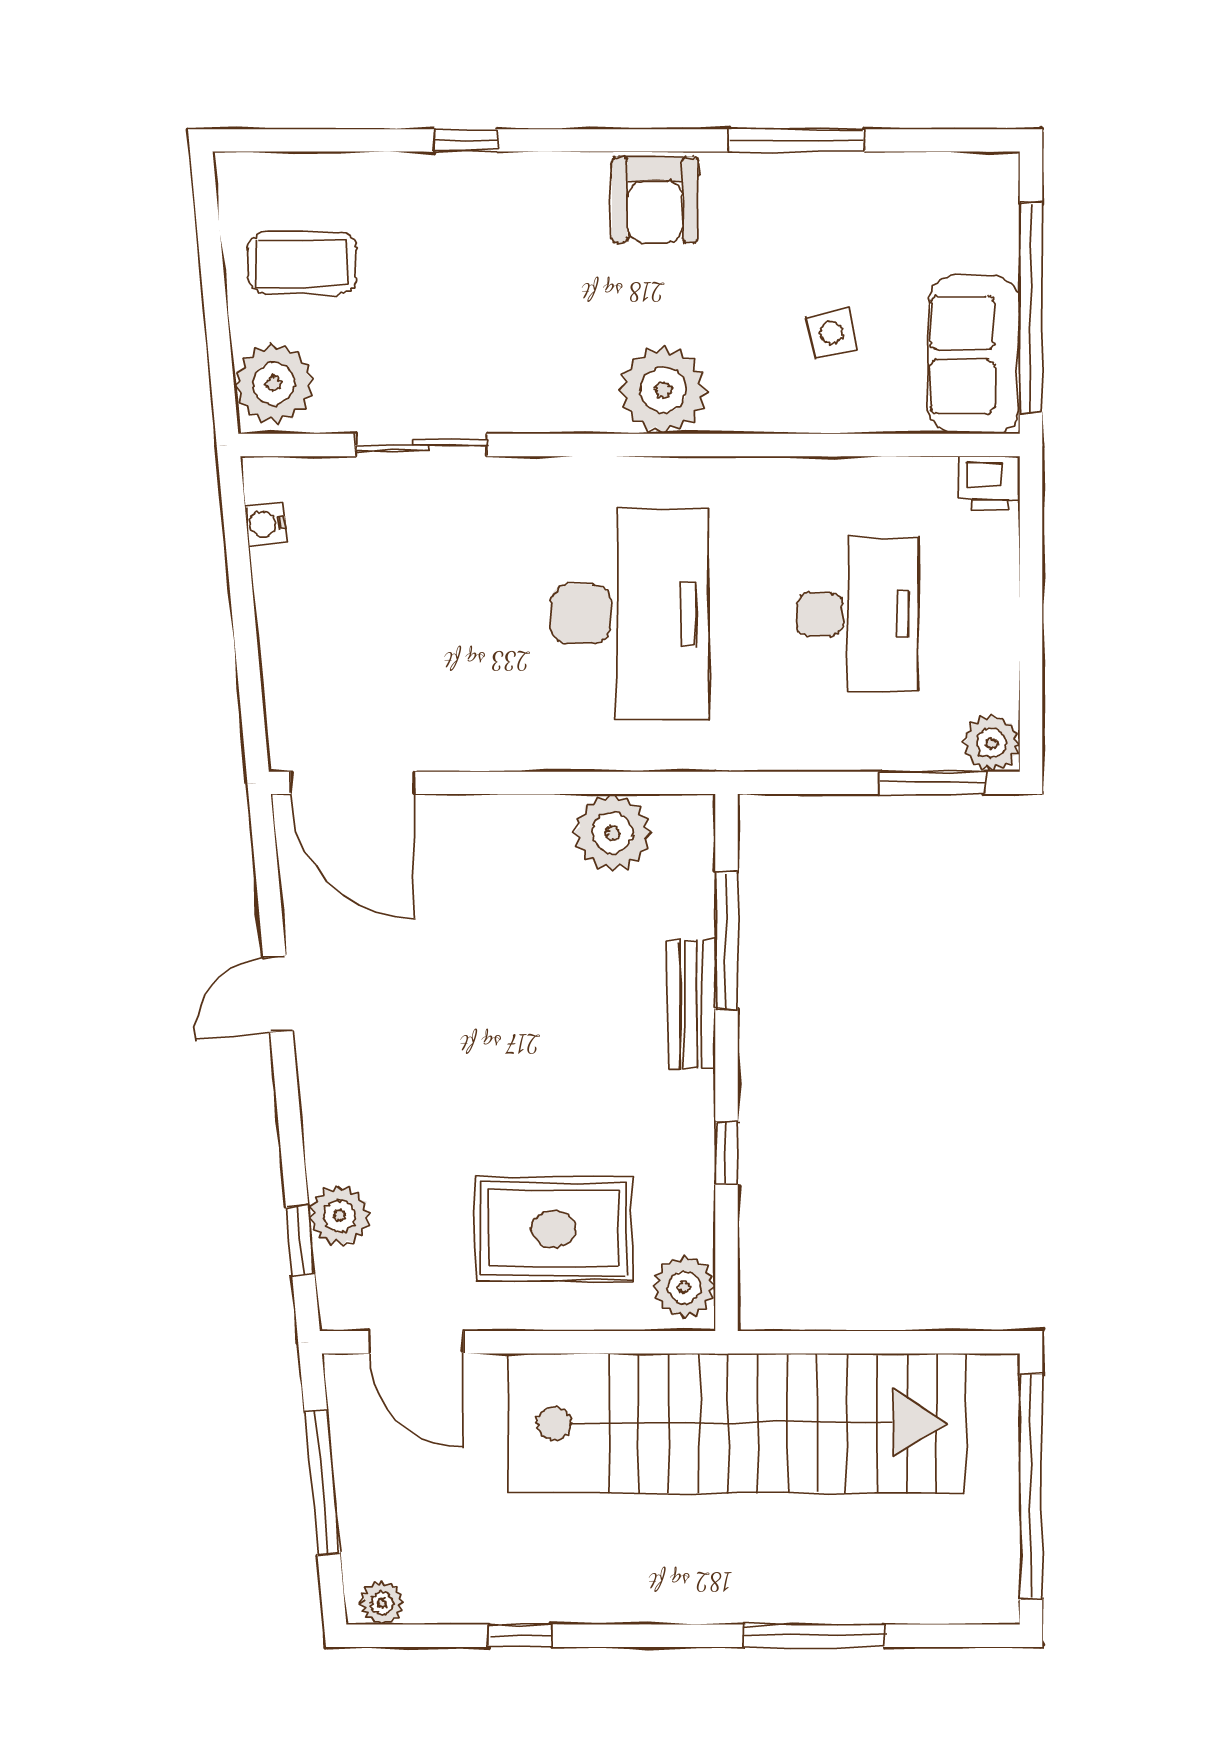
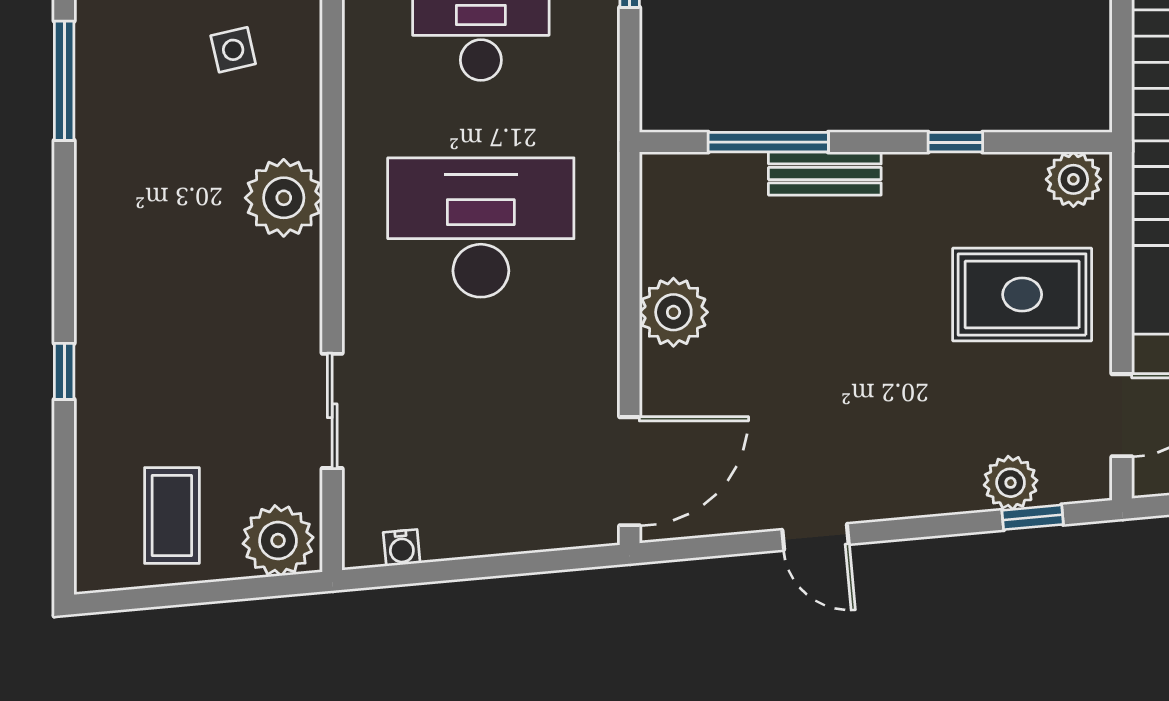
armchair: (655, 200) -> (116, 205), removed
plant: (612, 833) -> (673, 312), moved
rug: (553, 1229) -> (1022, 295), turned 90

